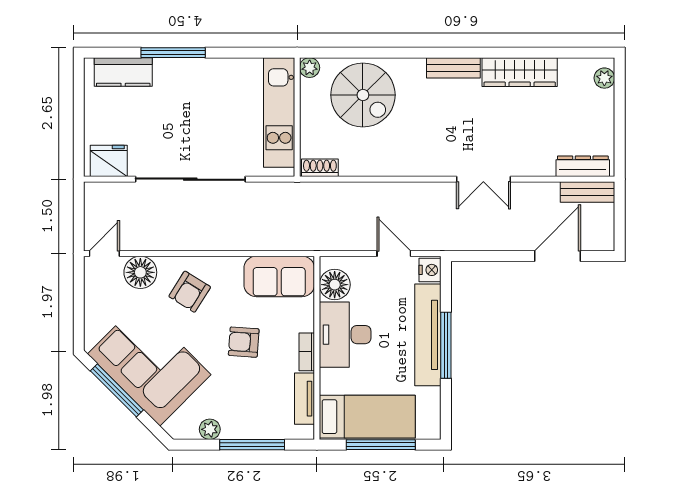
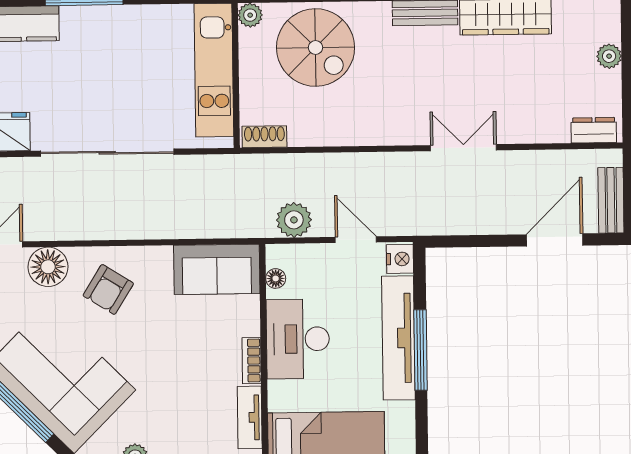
plant: (604, 78) -> (609, 56), moved
dresser: (583, 166) -> (594, 130), width x0.70
double door: (483, 179) -> (463, 148), swing flipped
bench: (588, 192) -> (611, 200), moved, turned 90
plant: (343, 237) -> (294, 220), added
floor lamp: (335, 285) -> (276, 278), width x0.53, depth x0.53
armchair: (244, 342) -> (175, 350), removed

